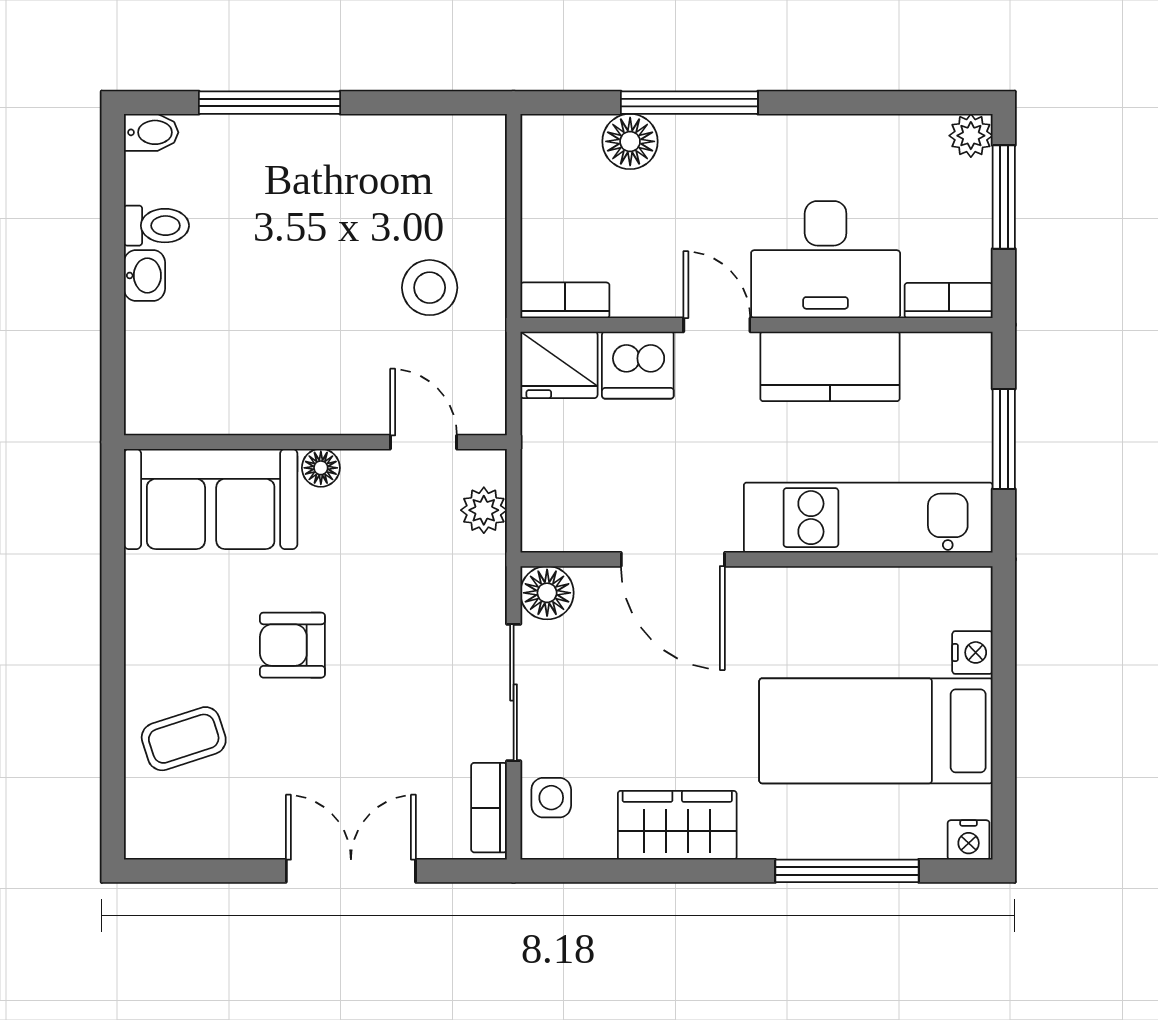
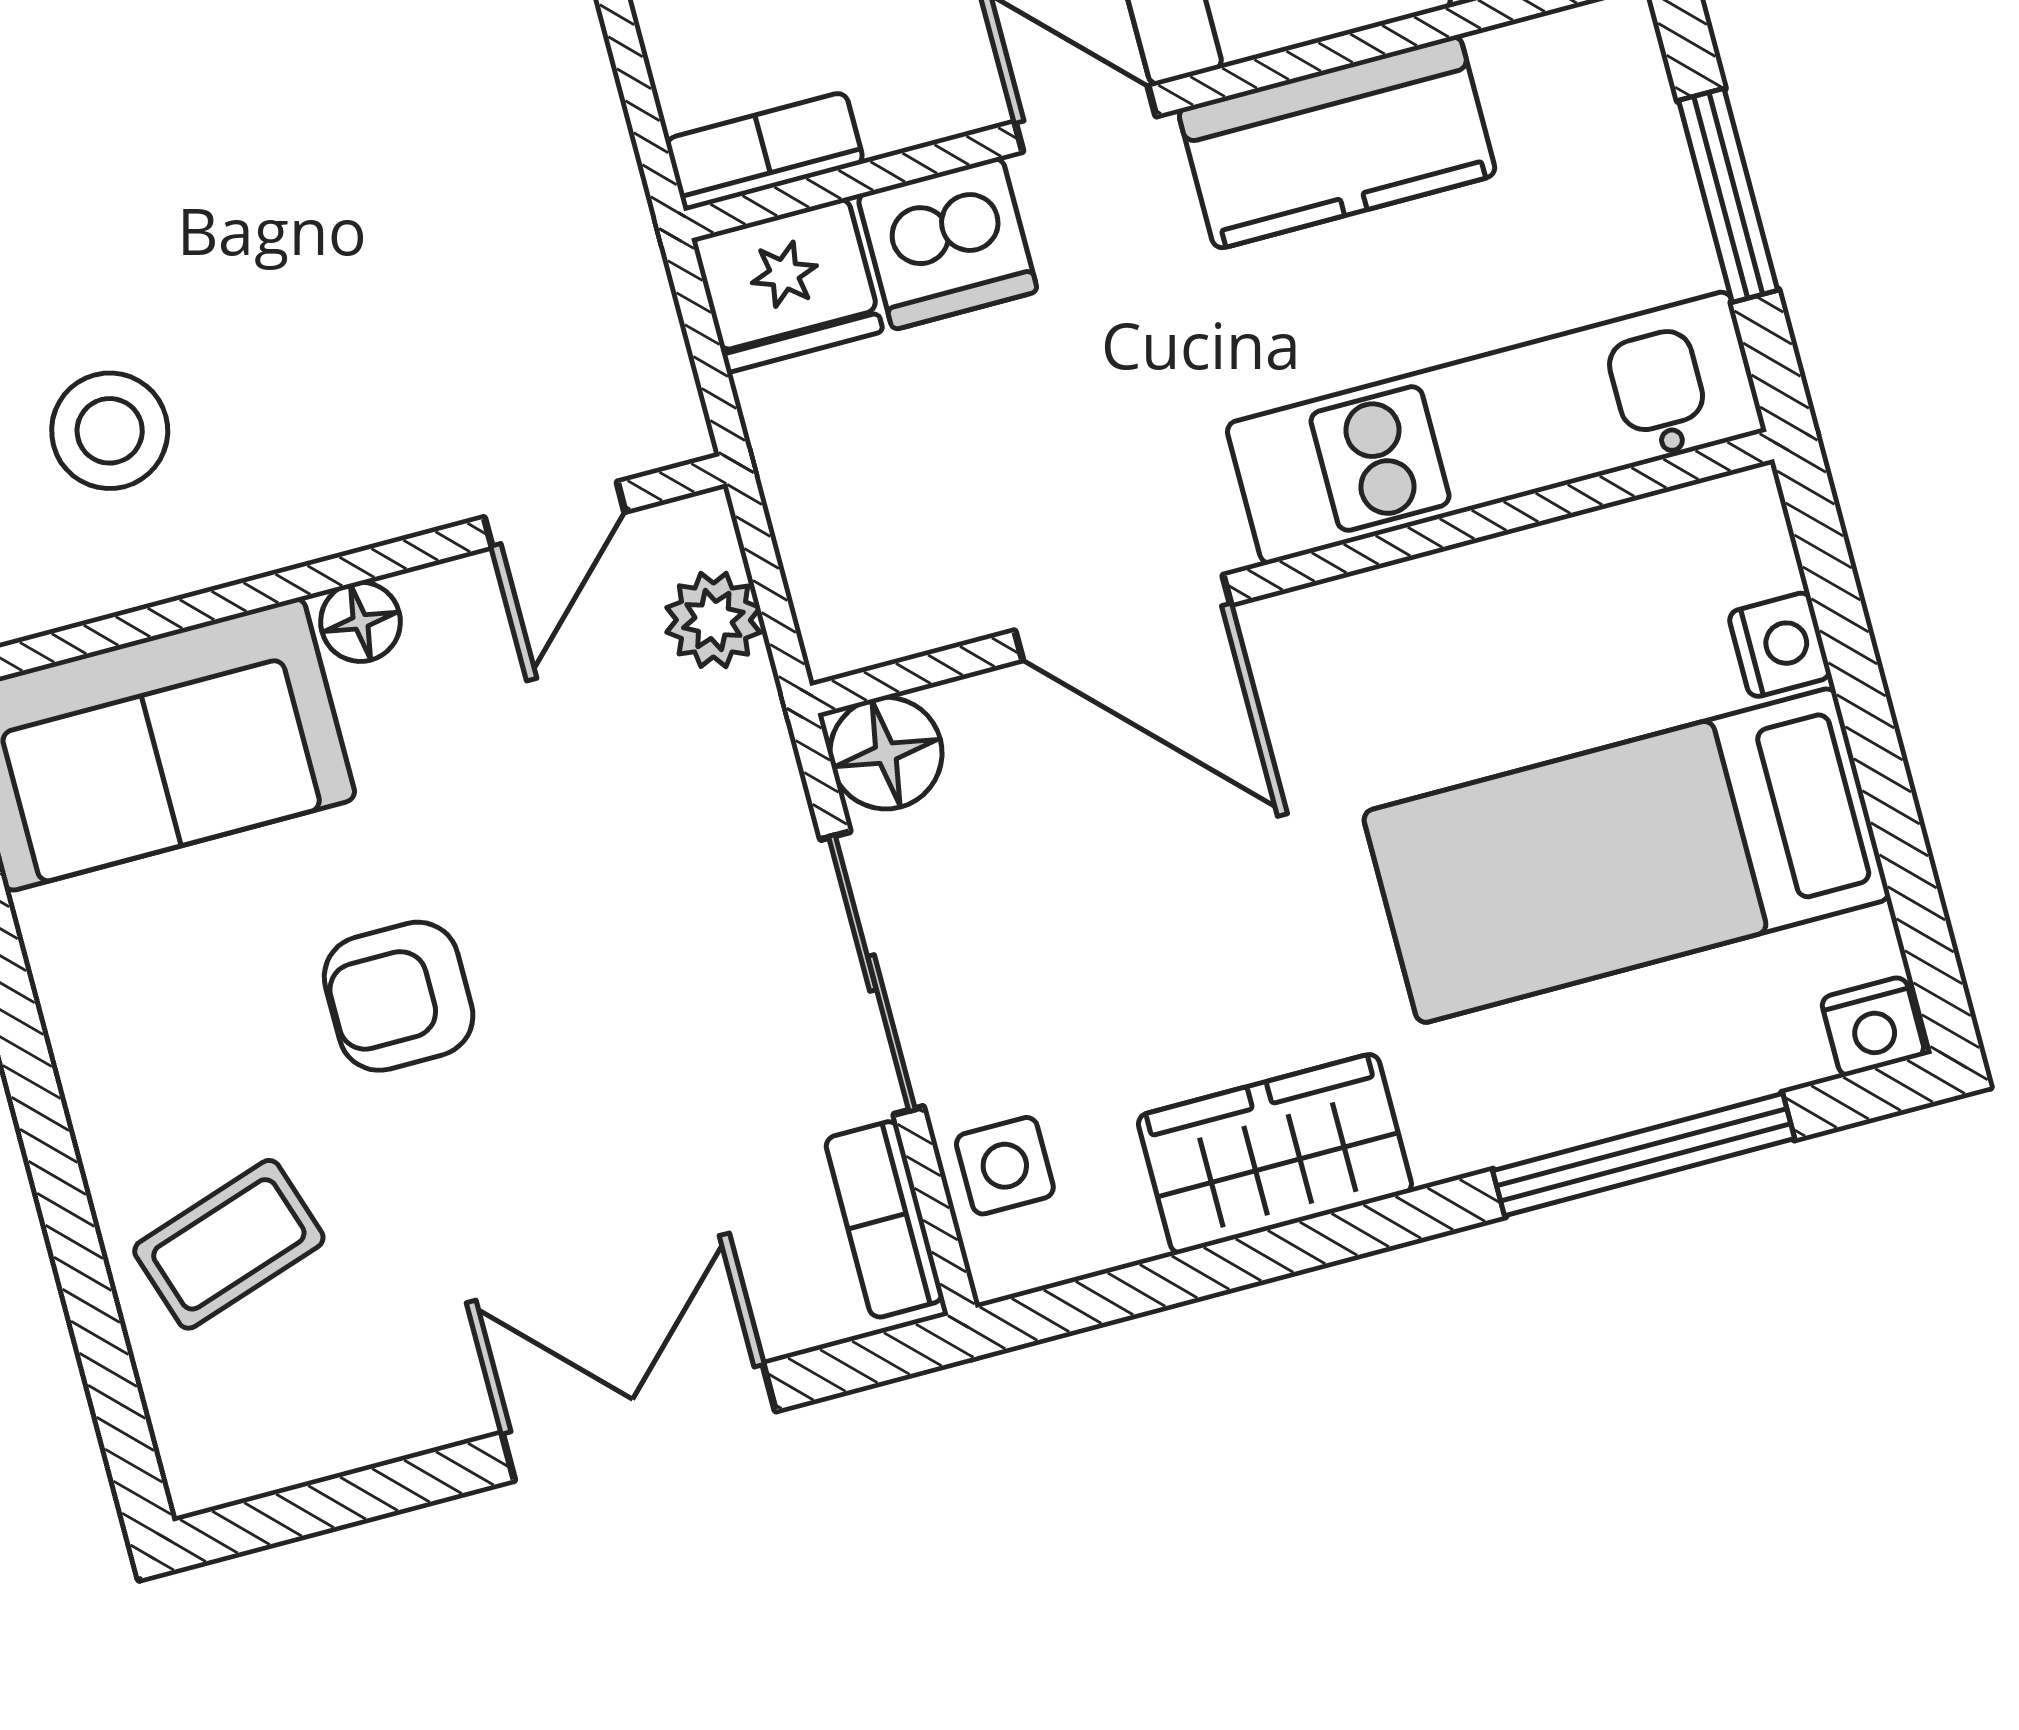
stool: (430, 288) -> (110, 431), moved
door: (423, 442) -> (555, 514), swing flipped

